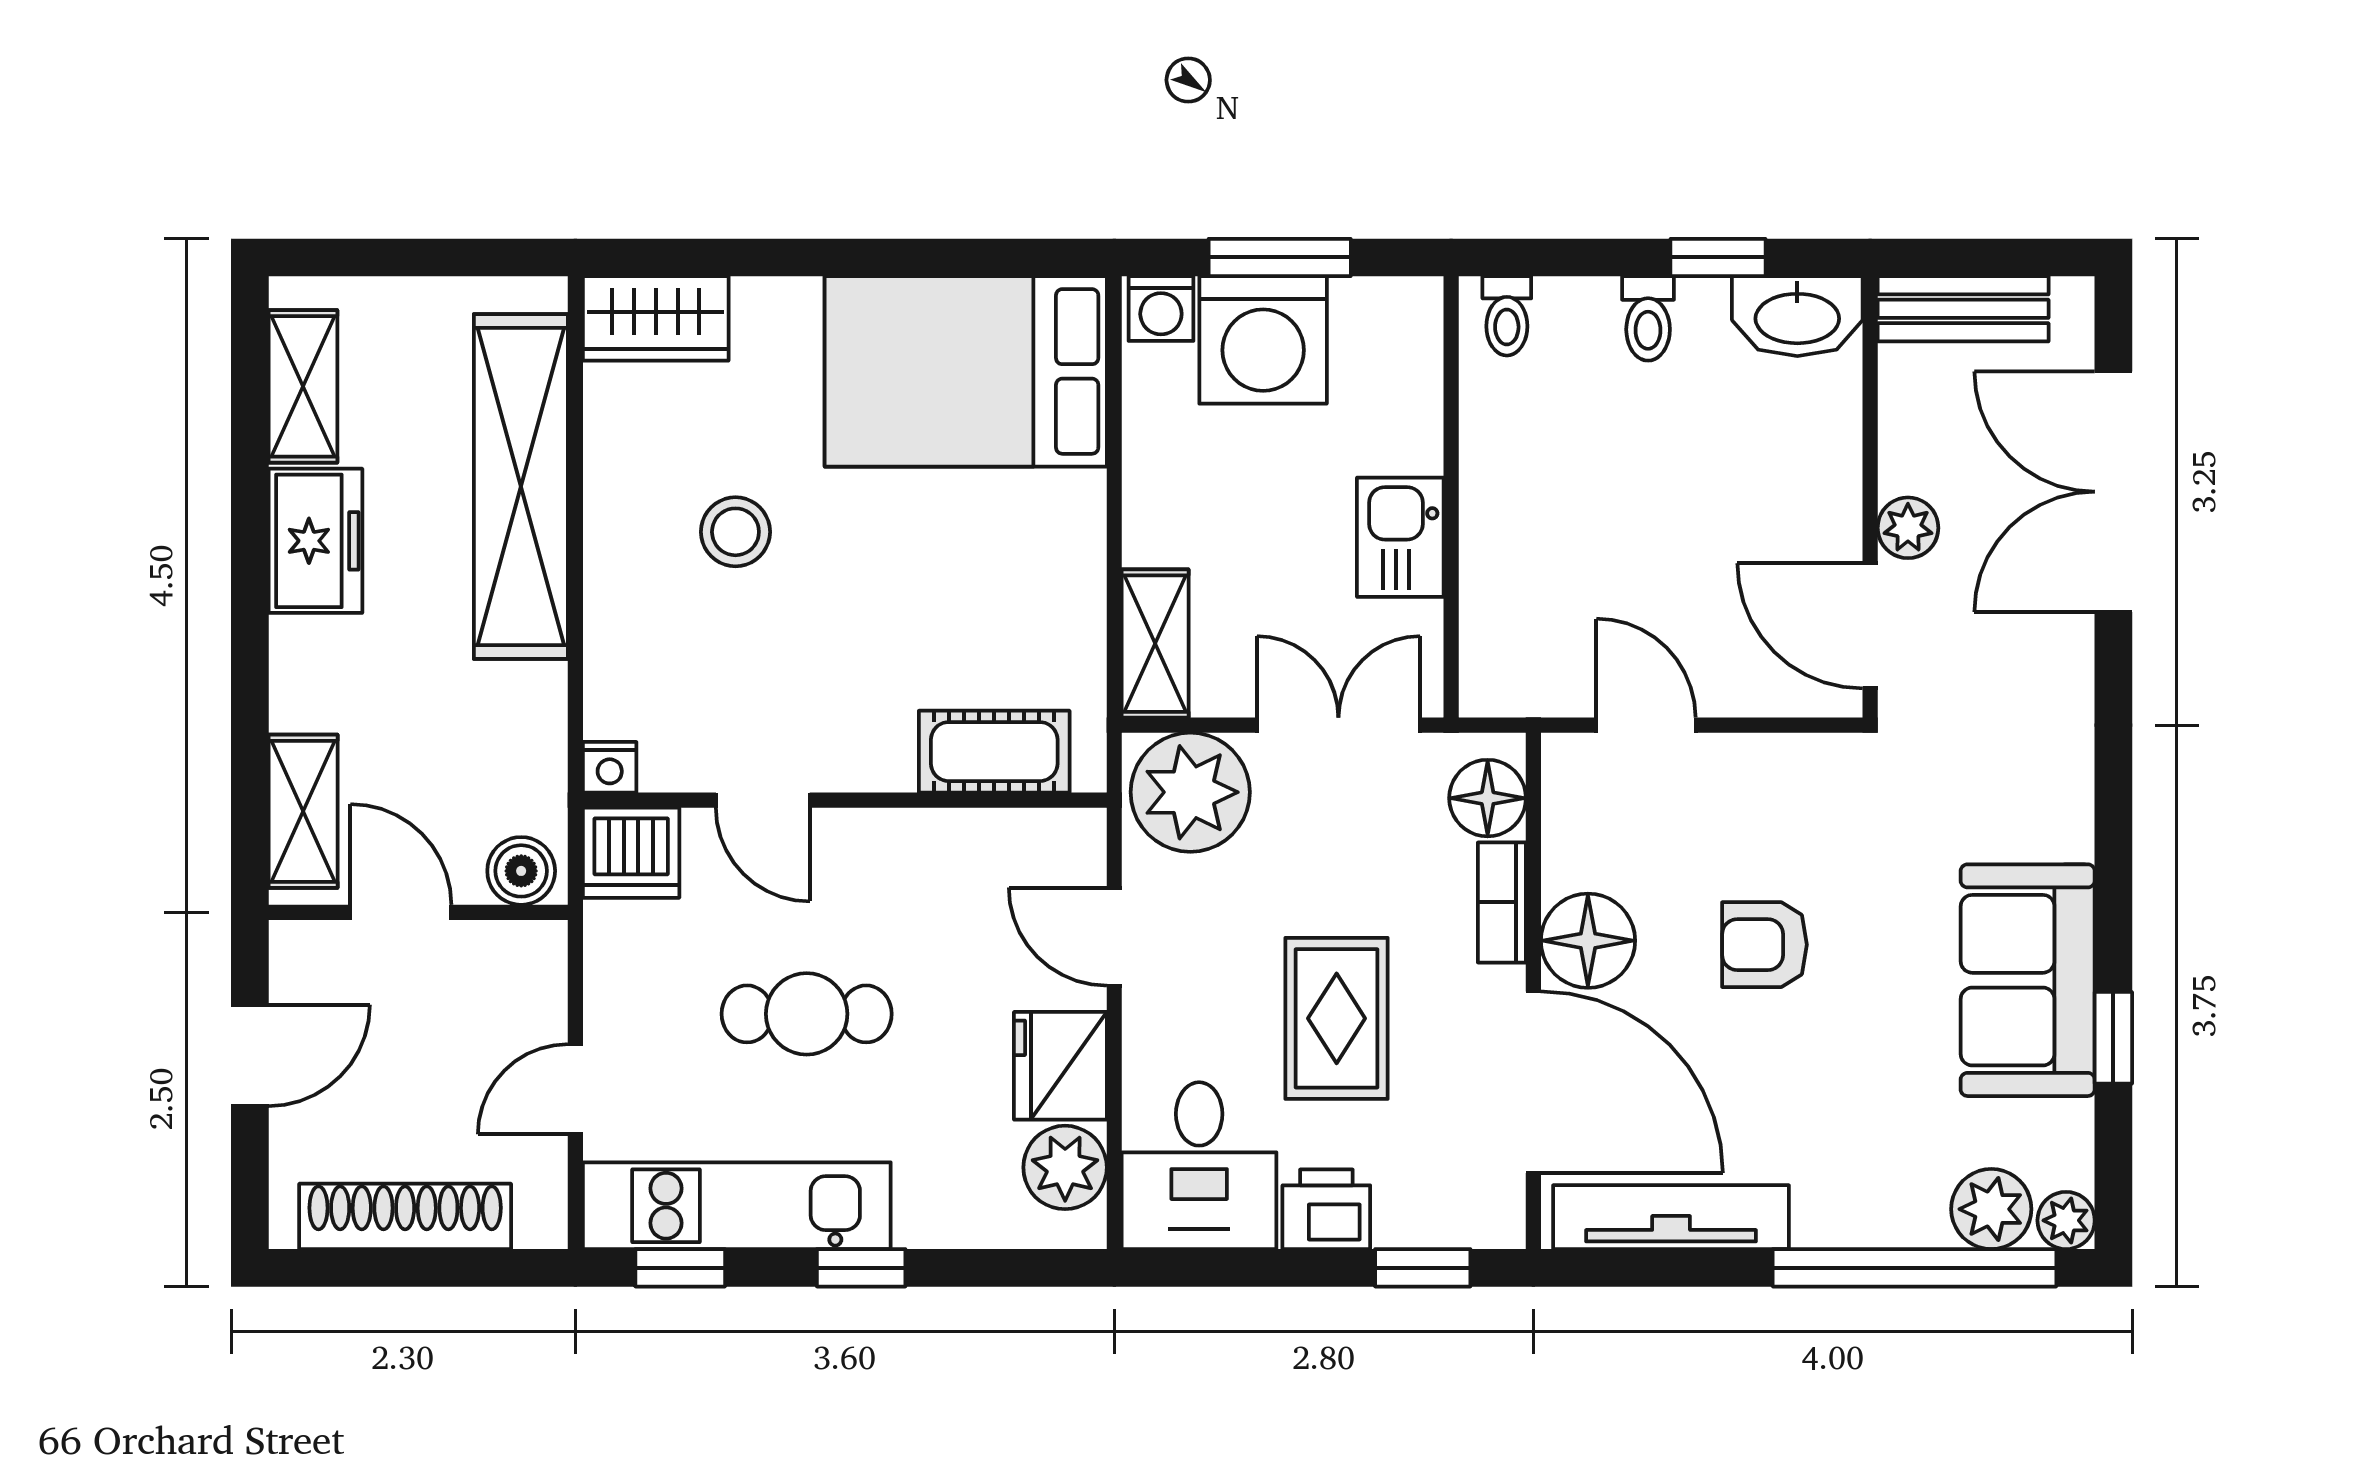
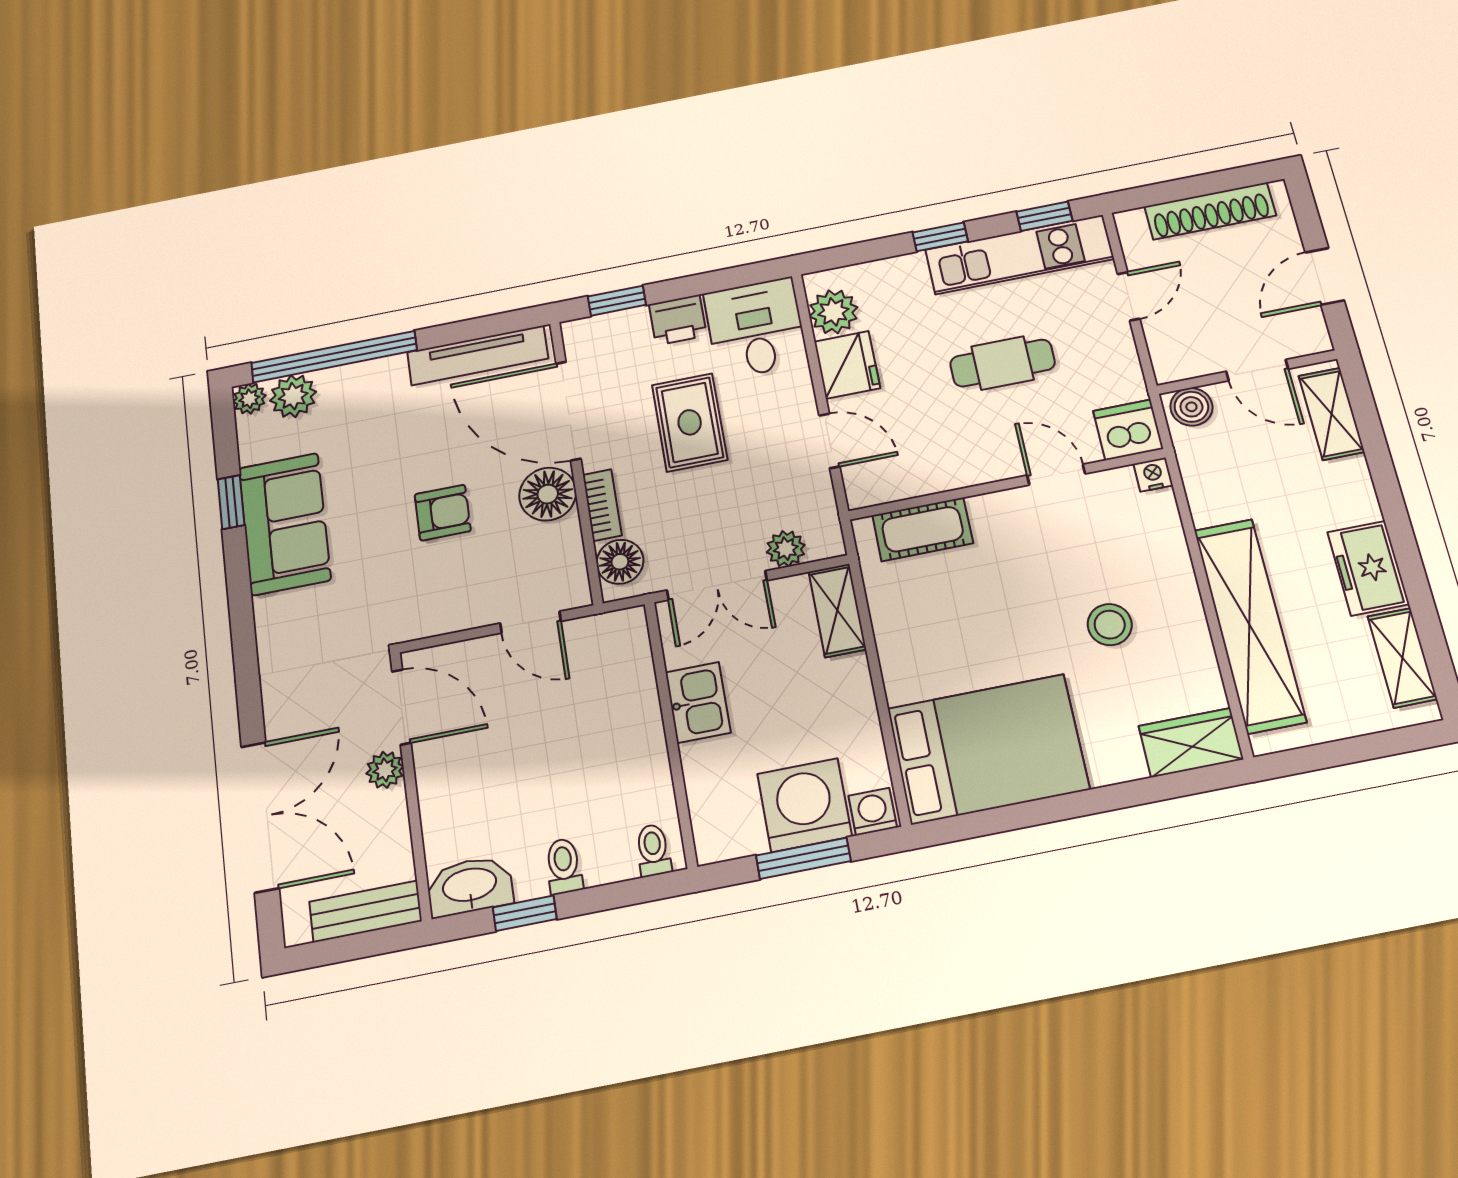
plant: (1190, 792) -> (786, 549), width x0.53, depth x0.53

